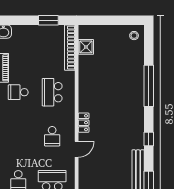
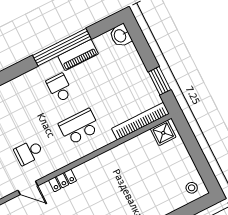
shower: (86, 47) -> (163, 133), moved

